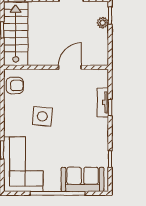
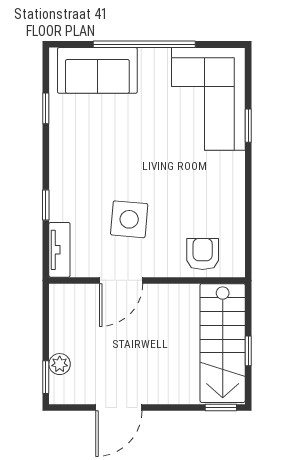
armchair: (15, 85) -> (203, 254), moved, turned 90
tv unit: (103, 102) -> (59, 250), moved
side table: (42, 116) -> (129, 219), moved

